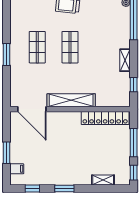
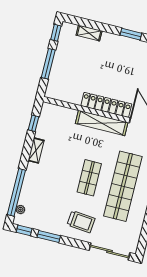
shop shelf: (37, 47) -> (123, 186), width x2.00, depth x1.36
locker: (105, 118) -> (106, 105), moved

